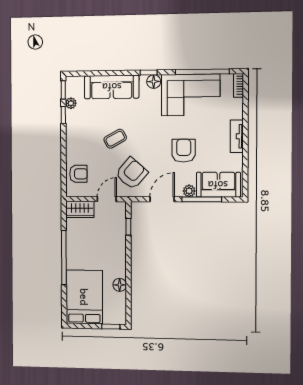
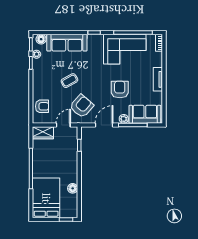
floor lamp: (154, 82) -> (41, 39), moved

